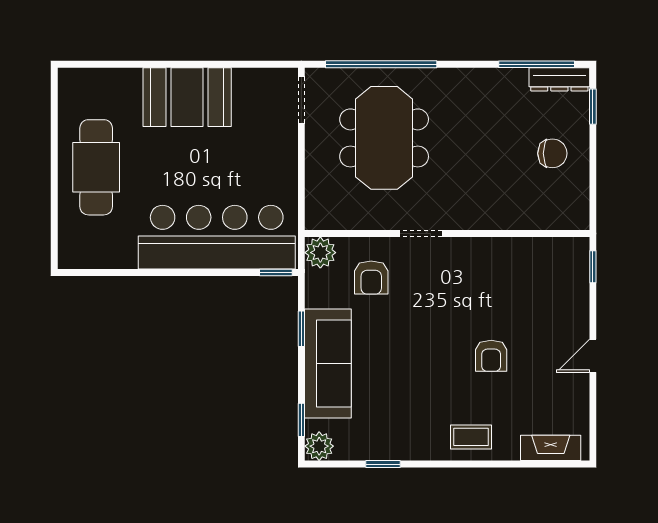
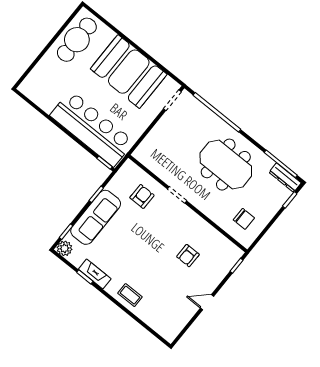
booth: (187, 97) -> (129, 72), width x1.36, depth x1.42
meeting table: (384, 138) -> (226, 165), moved, turned 90
chair: (552, 153) -> (244, 219), moved
cafe table: (96, 167) -> (77, 40), moved
plant: (320, 253) -> (129, 169), removed
armchair: (371, 278) -> (142, 196), turned 180
armchair: (491, 356) -> (188, 256), moved
fireplace: (551, 448) -> (95, 274), moved

